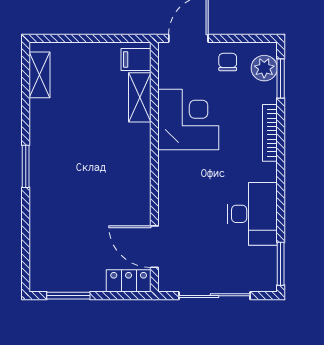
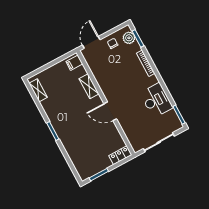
shelving: (140, 97) -> (89, 86), moved
corner desk: (188, 120) -> (109, 76), removed
door: (154, 247) -> (110, 111), moved

